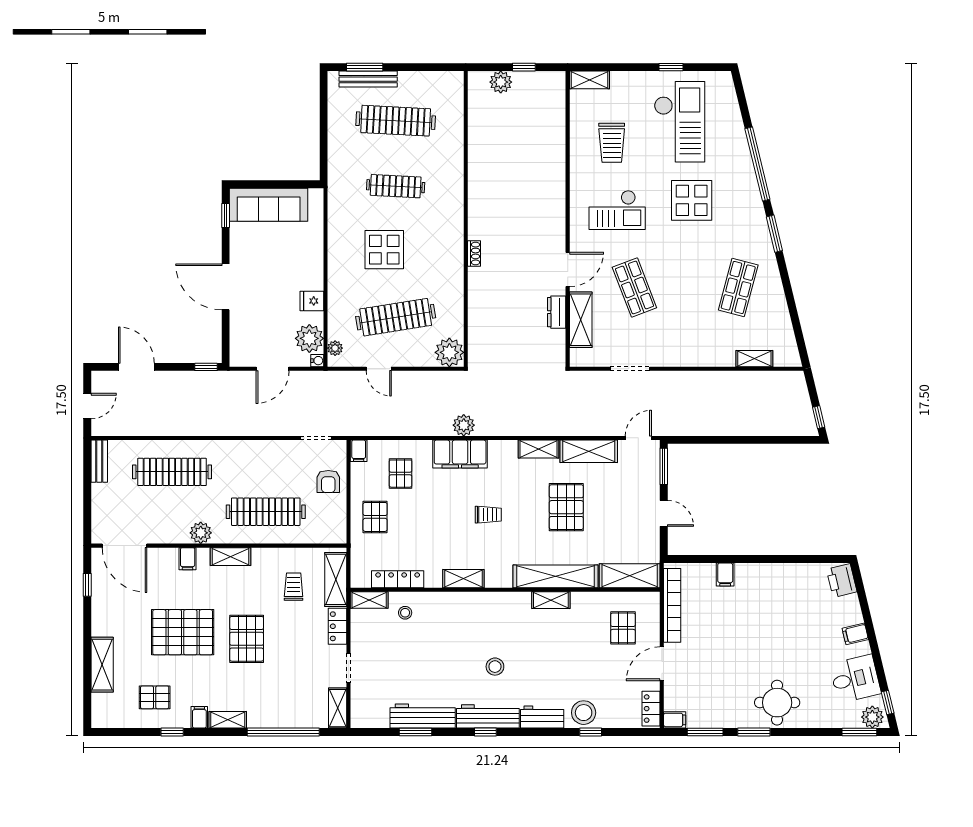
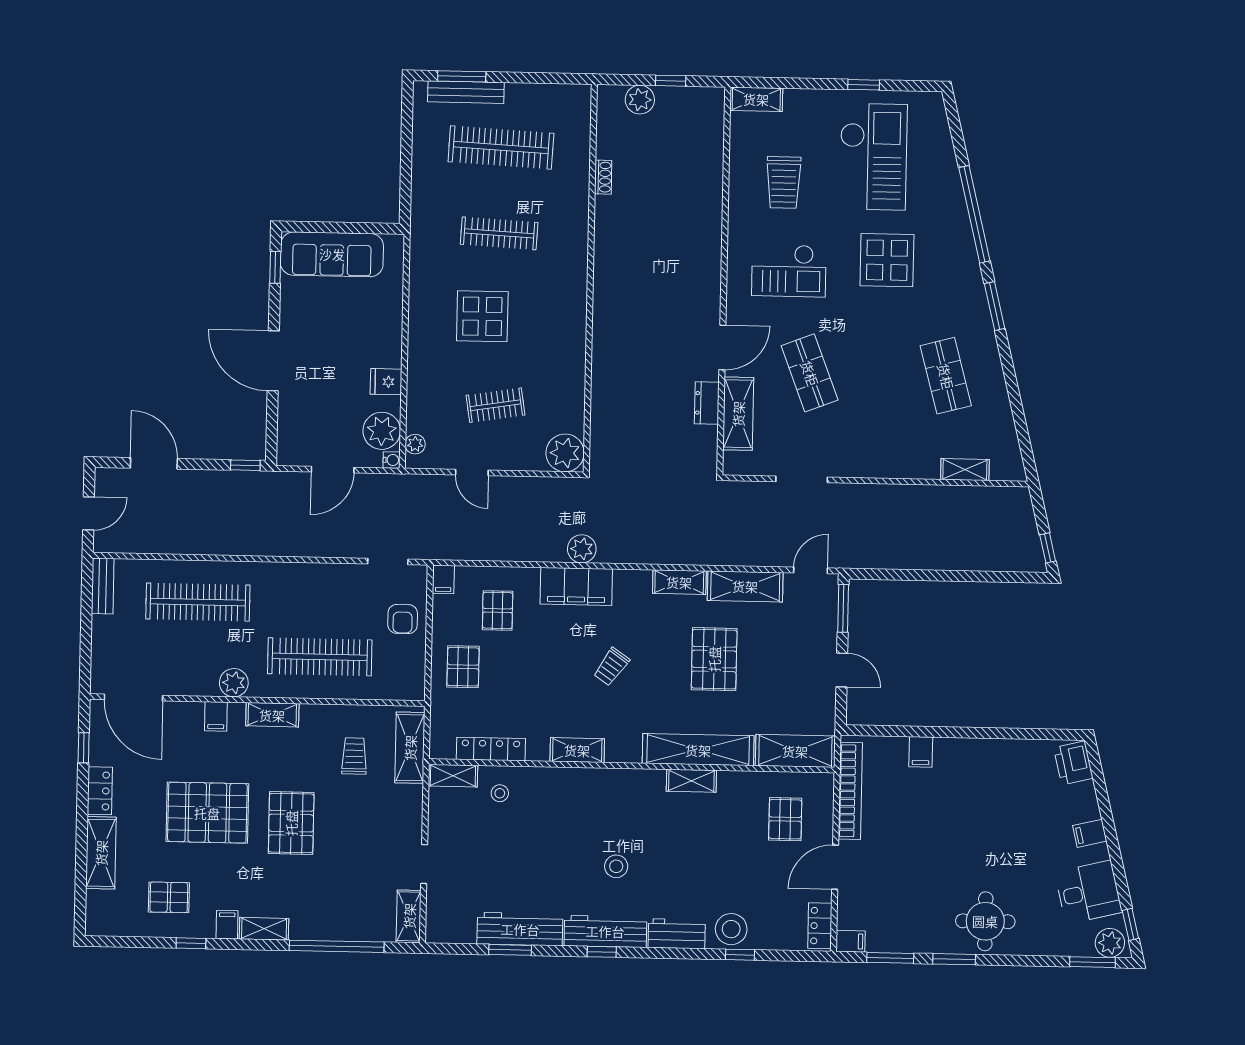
shoe rack: (474, 253) -> (603, 177), moved
shop shelf: (738, 287) -> (946, 376), turned -30
clothes rail: (396, 317) -> (496, 405), width x0.54, depth x0.76
trolley: (488, 515) -> (612, 667), turned 125
locker: (337, 626) -> (100, 791), moved, turned 180

